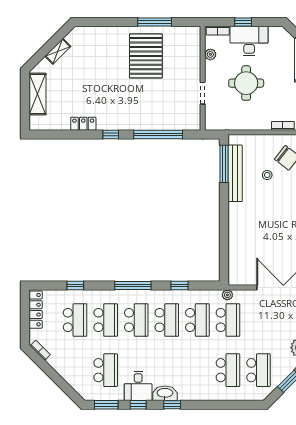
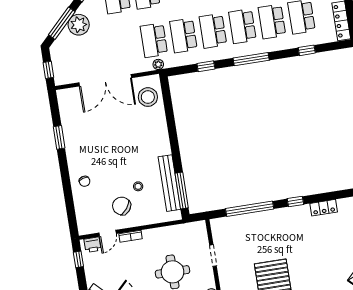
stool: (243, 264) -> (148, 97), added

